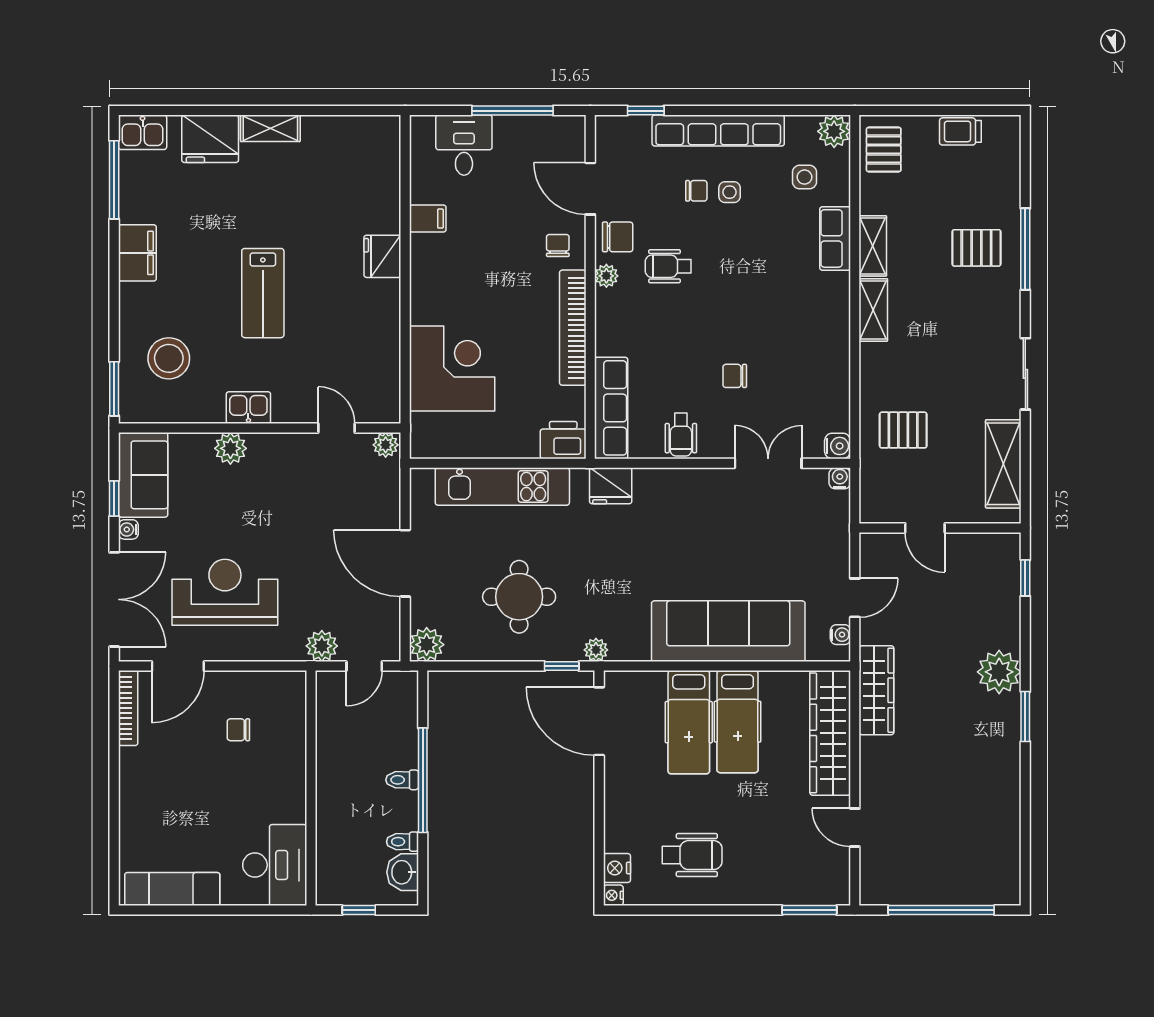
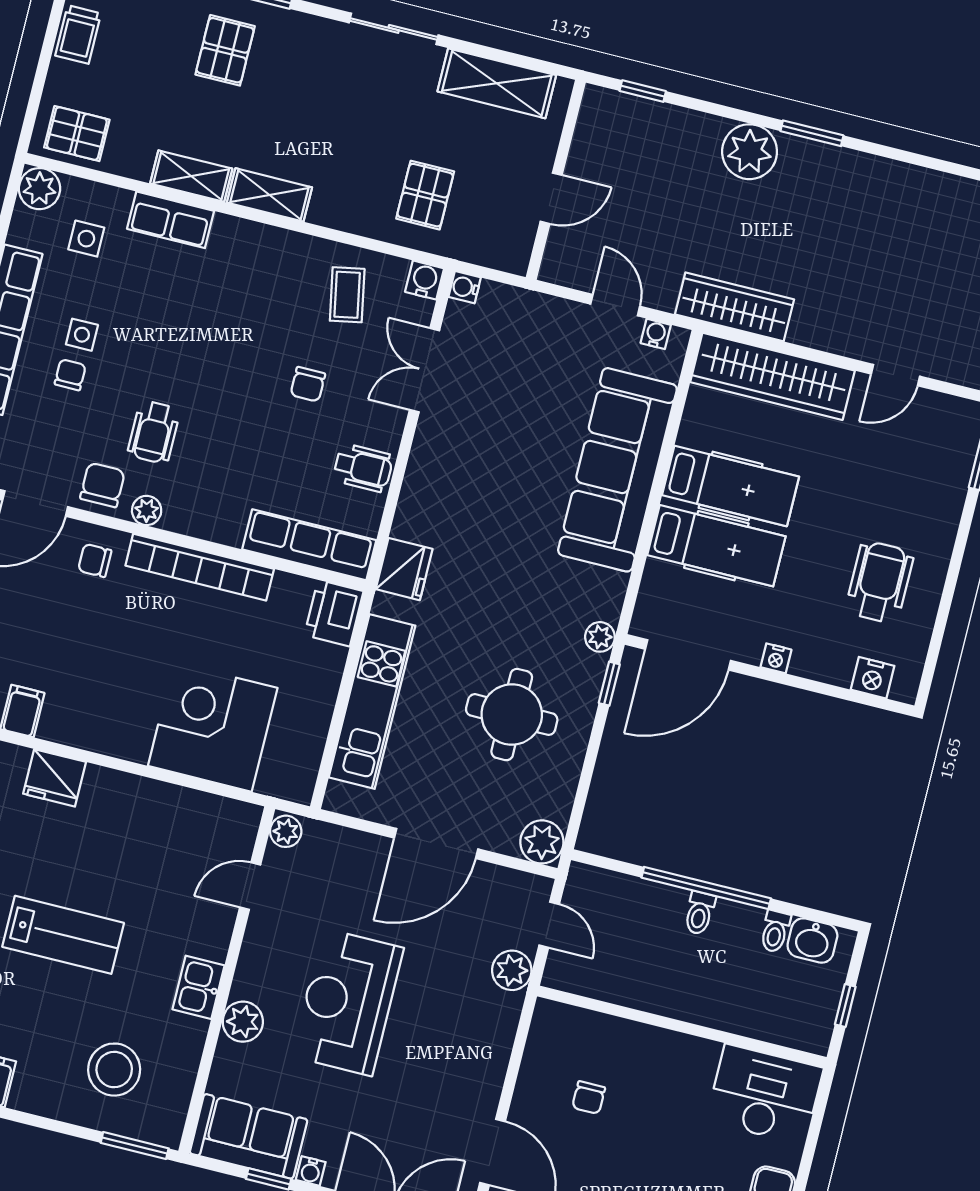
coffee table: (811, 389) -> (347, 295), added
reception desk: (225, 592) -> (348, 1002), moved
nightstand: (613, 895) -> (776, 658), moved

